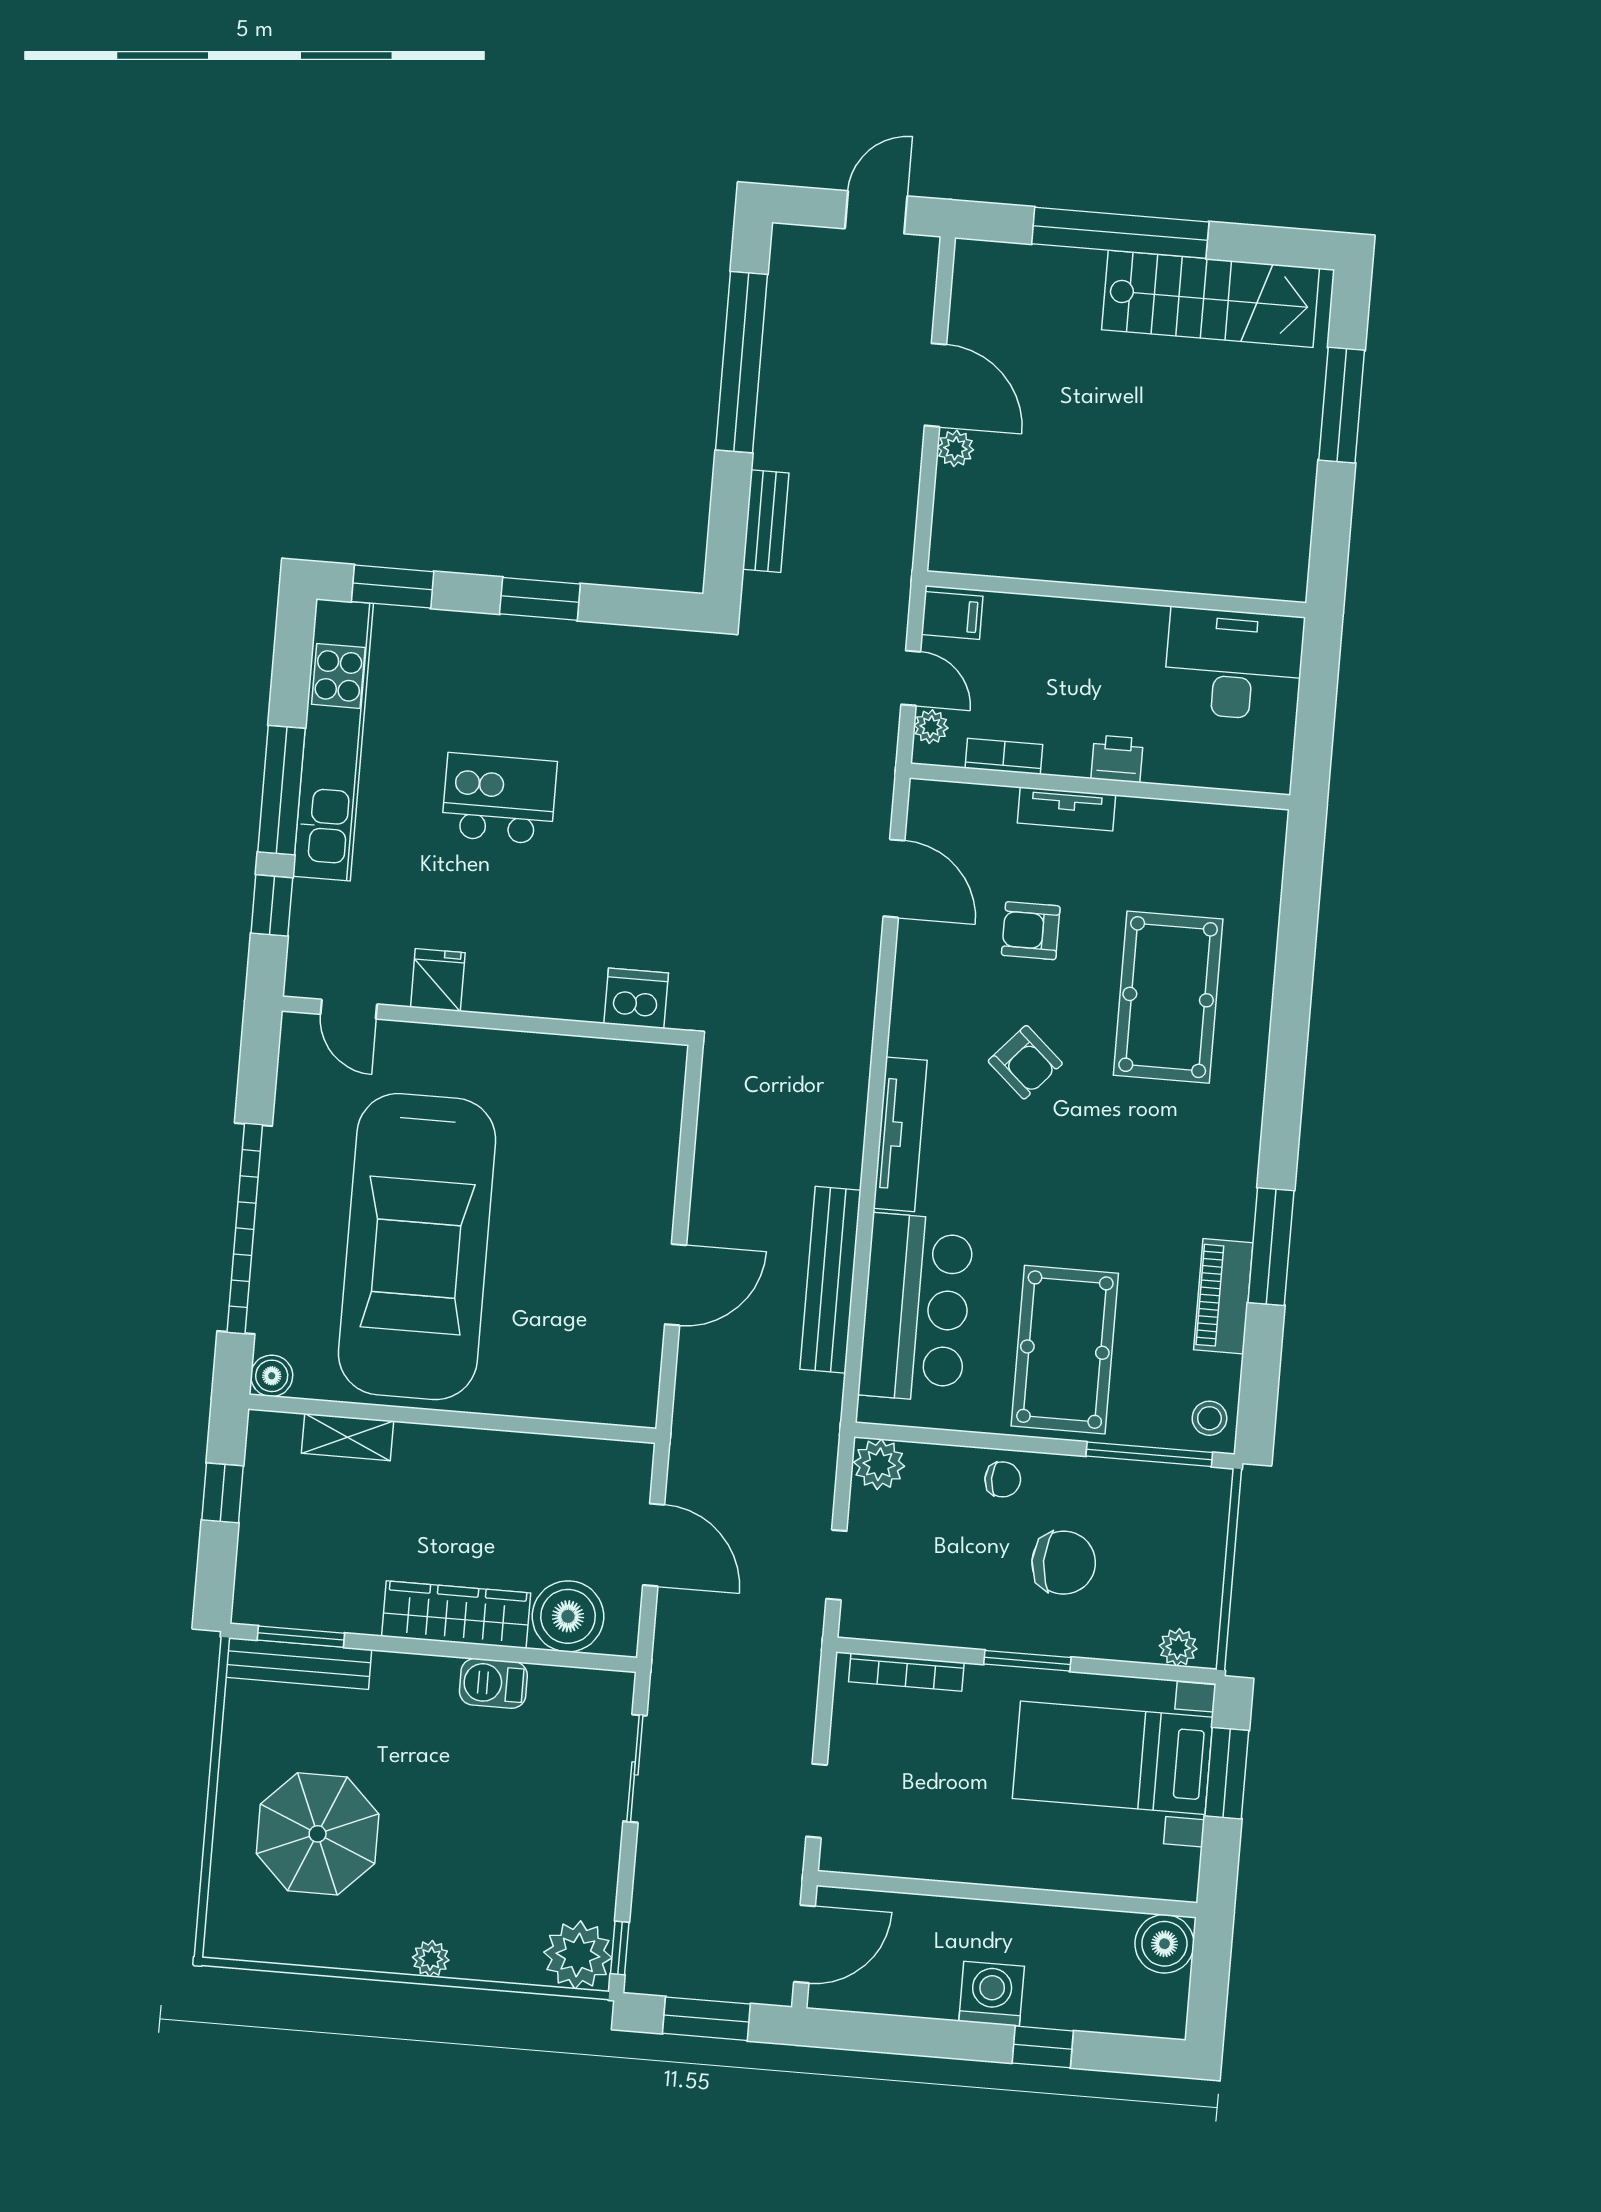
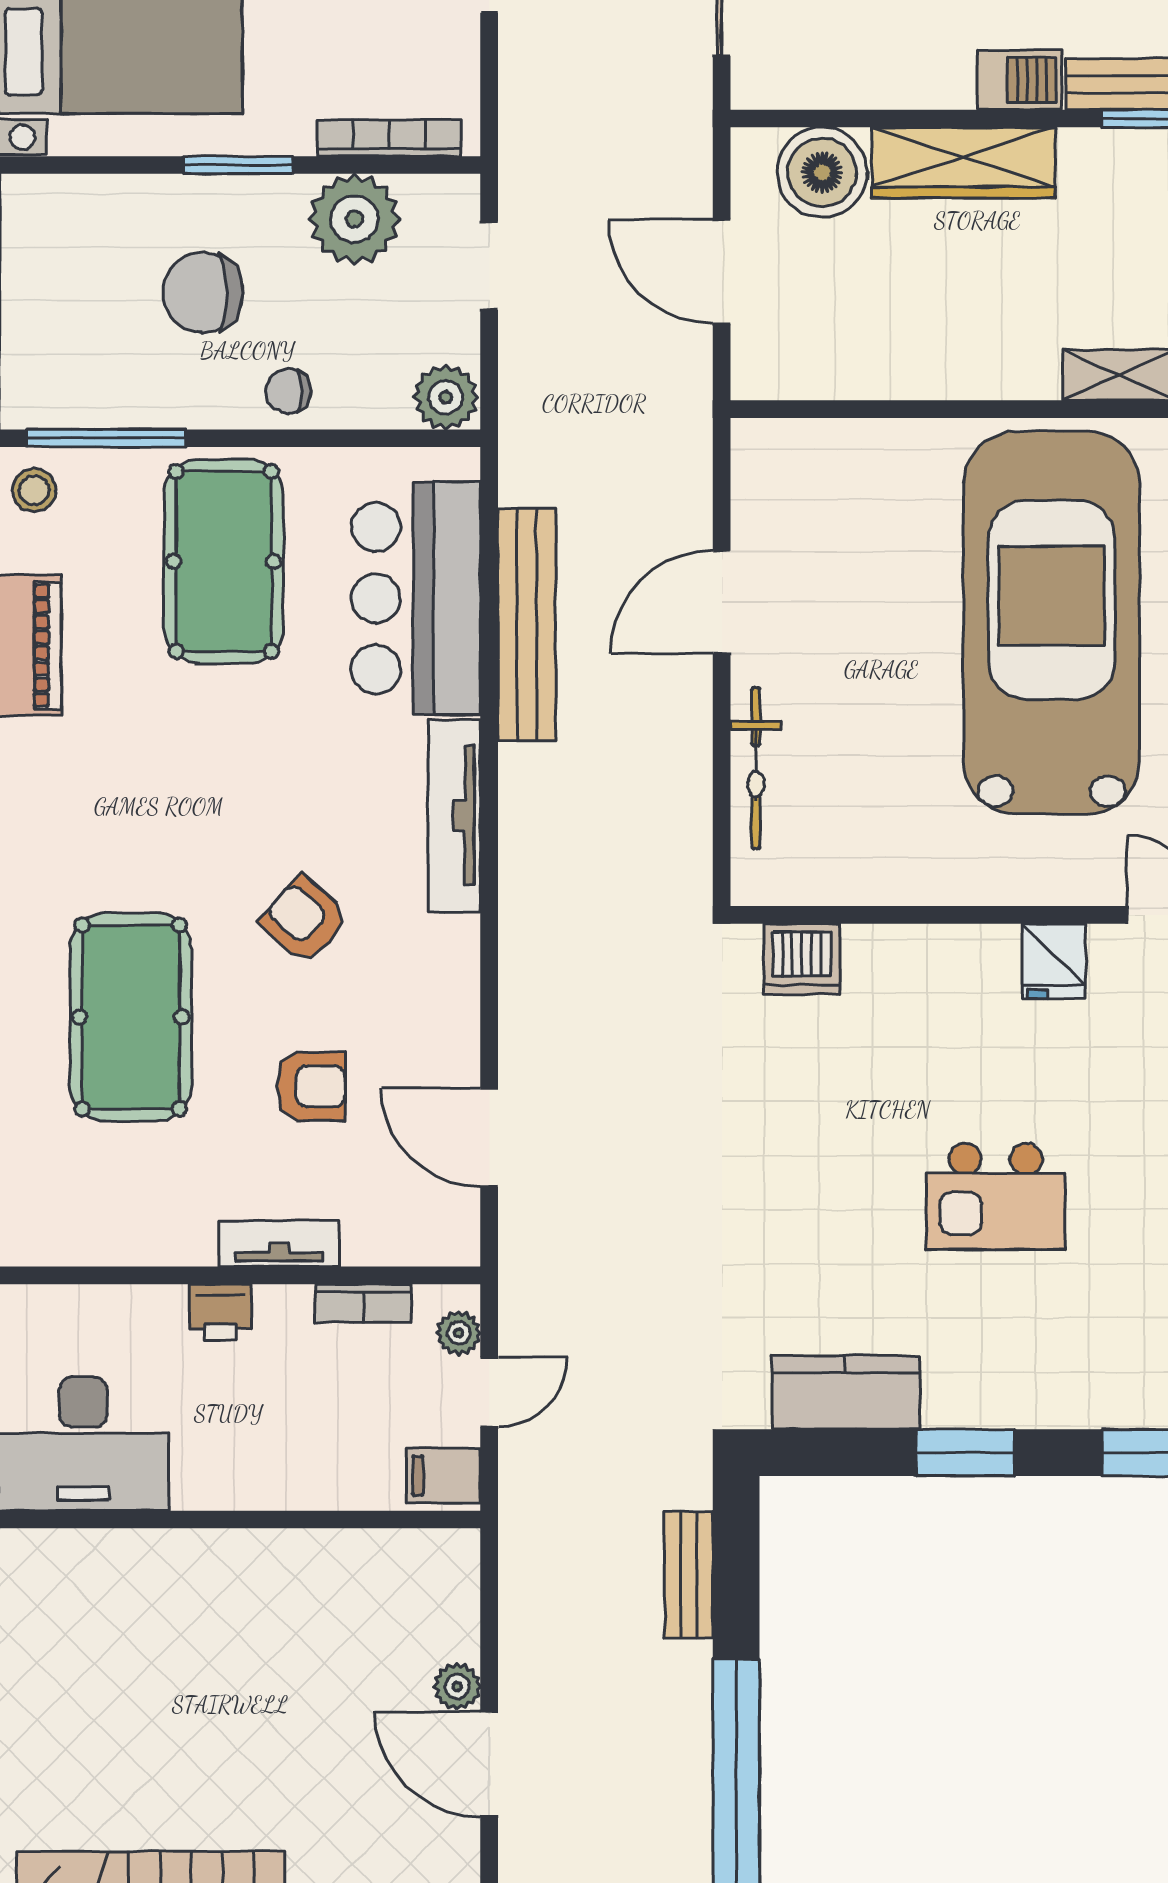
kitchen counter: (630, 654) -> (846, 1392), added
door: (911, 678) -> (489, 1392), swing flipped
bicycle: (660, 1152) -> (756, 768), added
plant: (1178, 1647) -> (354, 219), moved, width x1.87, depth x1.87
barbecue: (493, 1683) -> (1019, 80), moved

